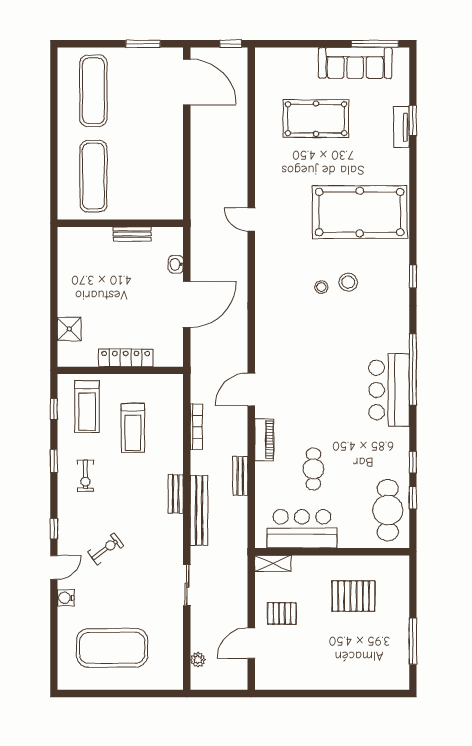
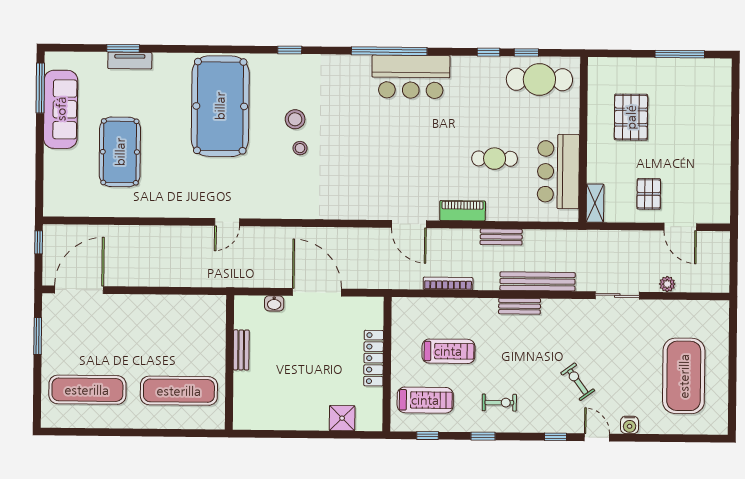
plant: (198, 660) -> (667, 284), moved

